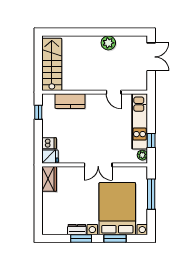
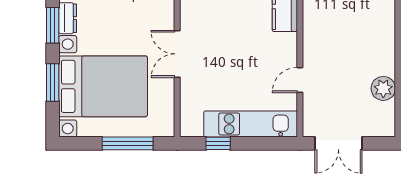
plant: (108, 43) -> (383, 88), moved
double door: (151, 57) -> (338, 143), moved
plant: (142, 155) -> (194, 129), removed

